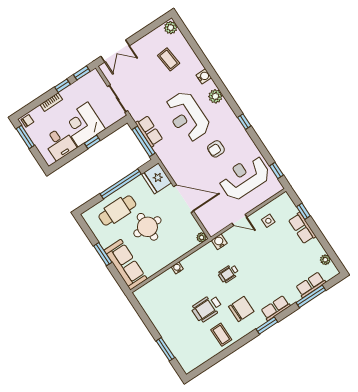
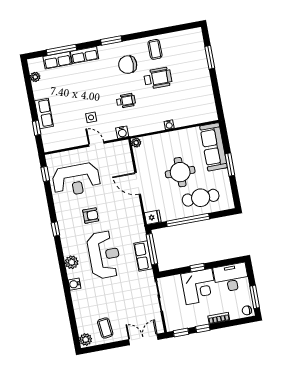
coffee table: (169, 59) -> (105, 328), moved
desk: (60, 143) -> (231, 278), width x1.37
fridge: (156, 178) -> (153, 217), width x0.53, depth x0.75
door: (184, 199) -> (138, 183), width x0.73
side table: (268, 221) -> (91, 117), moved
row of seats: (276, 308) -> (84, 55), moved

